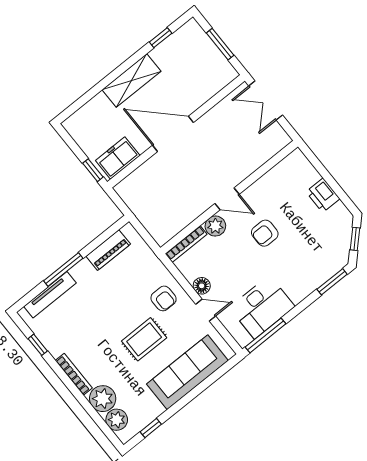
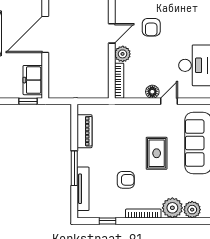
armchair: (164, 298) -> (126, 180), moved

